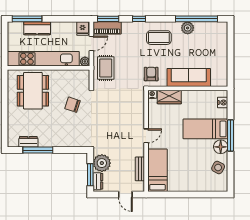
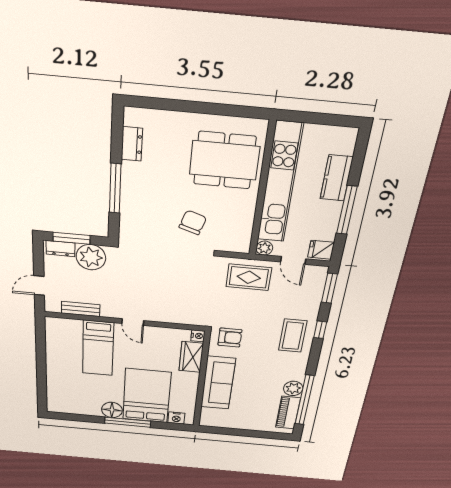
window: (27, 19) -> (347, 210), moved
piano: (107, 28) -> (288, 413), moved
coffee table: (159, 38) -> (293, 336), moved
bed: (205, 129) -> (147, 396), width x1.50
window: (38, 150) -> (115, 188), moved
side table: (218, 168) -> (82, 404), removed
bed: (157, 170) -> (98, 348), moved, turned 90

